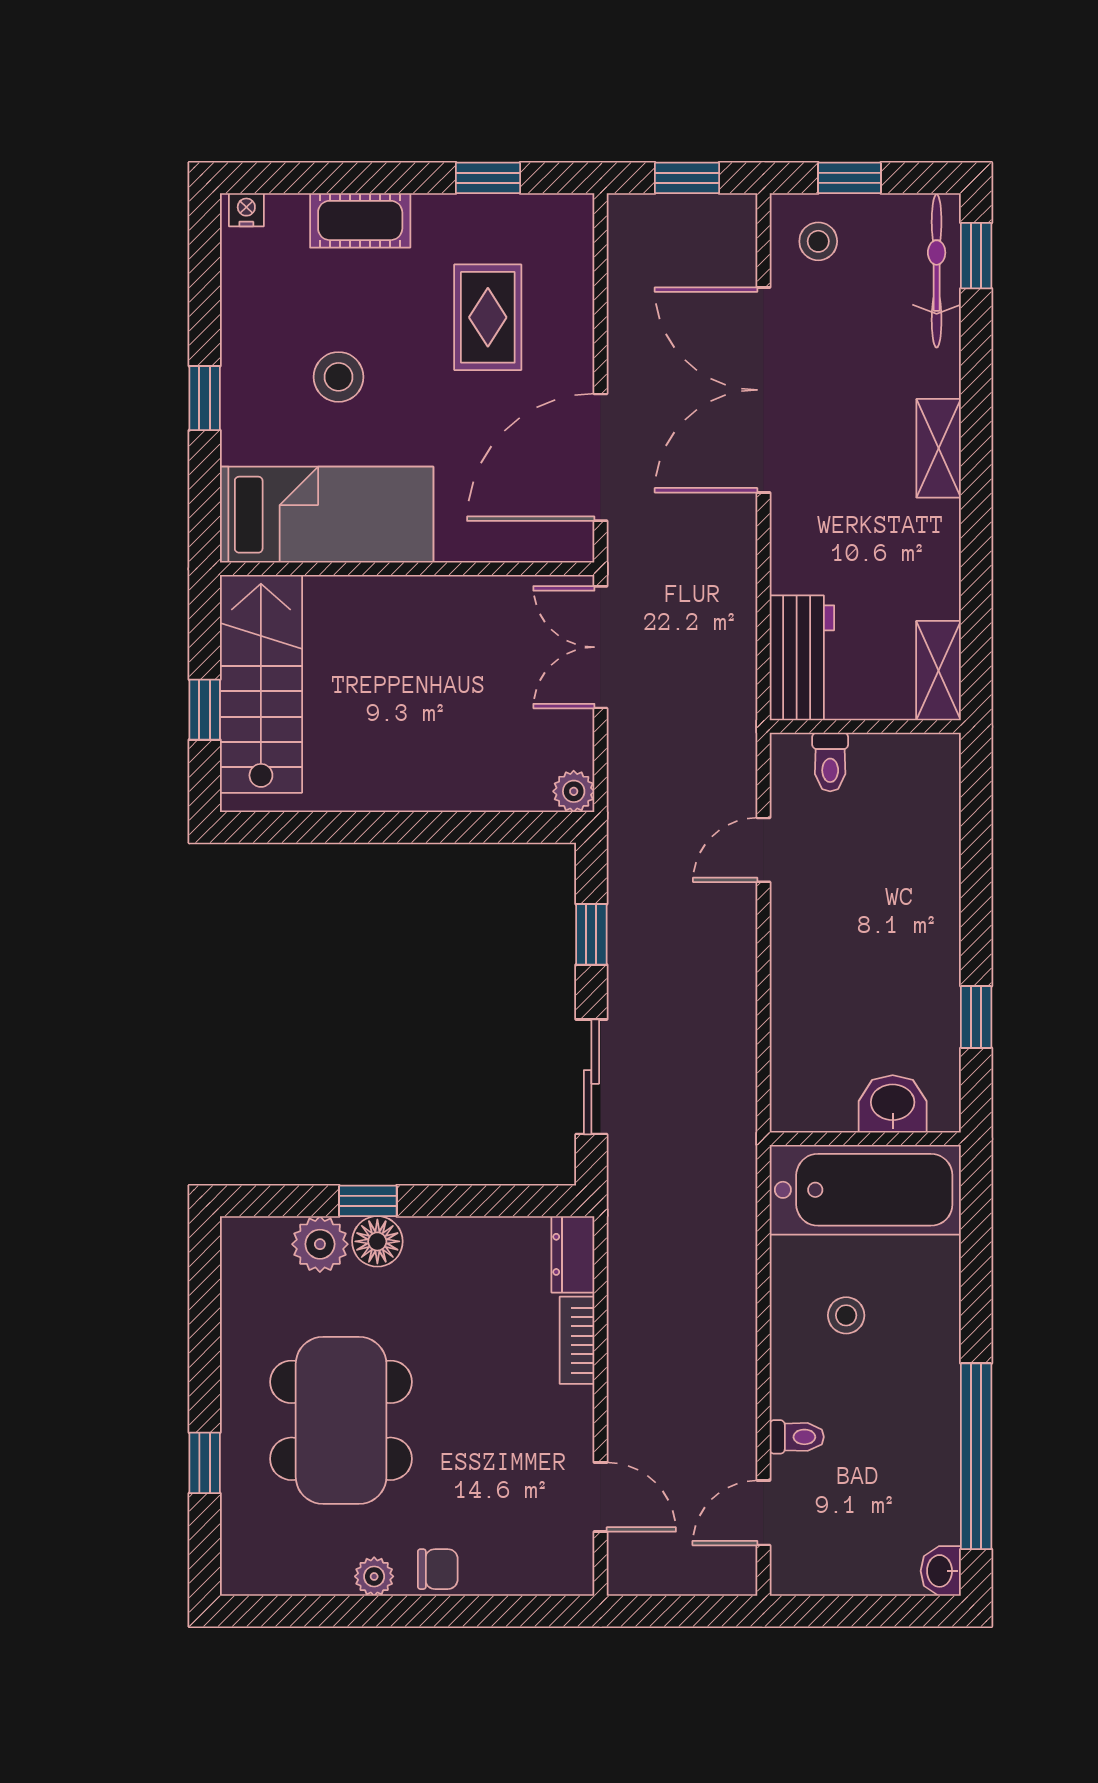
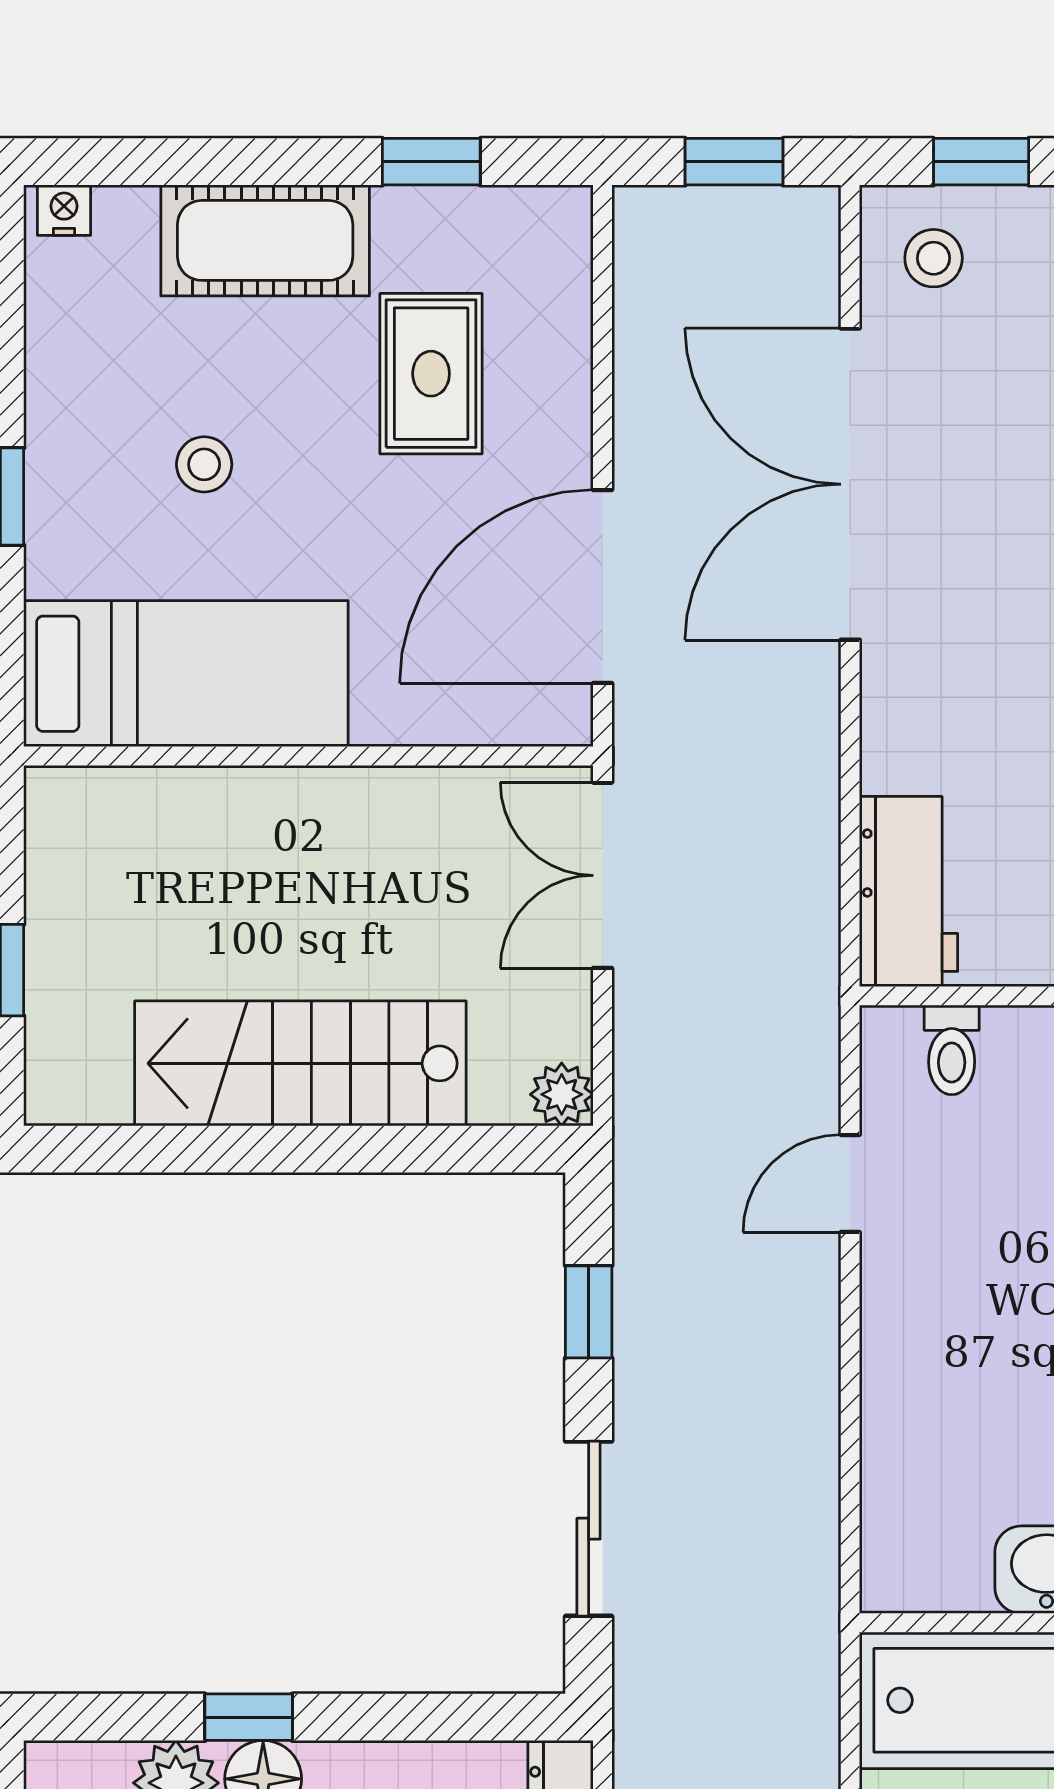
cot: (360, 220) -> (265, 240), width x1.37, depth x1.34
stool: (339, 377) -> (204, 464), width x0.73, depth x0.73
stairs: (261, 684) -> (300, 1063), moved, turned -90

